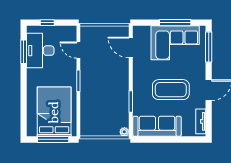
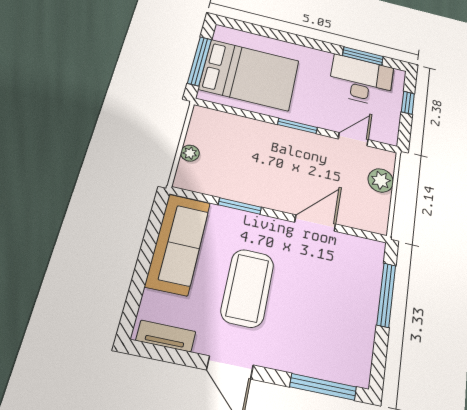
window: (175, 23) -> (386, 295), moved
plant: (99, 32) -> (381, 180), added
corner sofa: (175, 43) -> (342, 317), removed
door: (131, 47) -> (315, 223), moved
plant: (124, 132) -> (190, 153), moved

